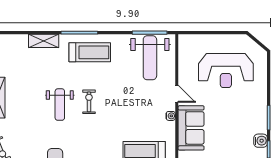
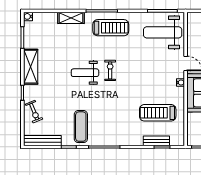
weight bench: (150, 58) -> (163, 32), turned 90
weight bench: (60, 105) -> (85, 73), turned 90

